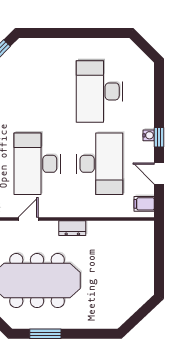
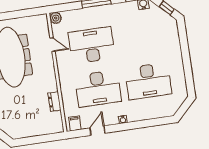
desk: (100, 91) -> (148, 81), turned 180
window: (159, 137) -> (123, 127), removed
dresser: (72, 228) -> (54, 102), moved

